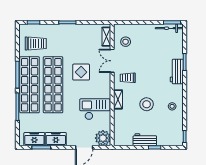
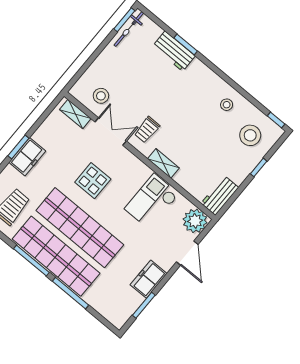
double door: (112, 61) -> (111, 132), swing flipped
workbench: (177, 72) -> (174, 51), moved
stool: (147, 104) -> (250, 135), moved
freezer: (34, 139) -> (27, 157), moved, turned 180
workbench: (145, 140) -> (220, 195), moved

